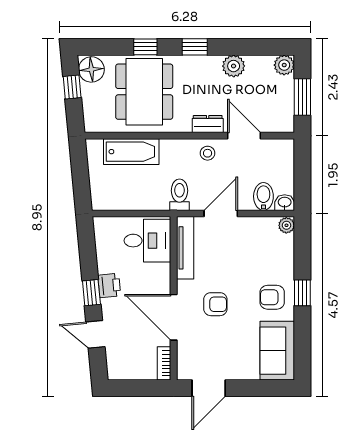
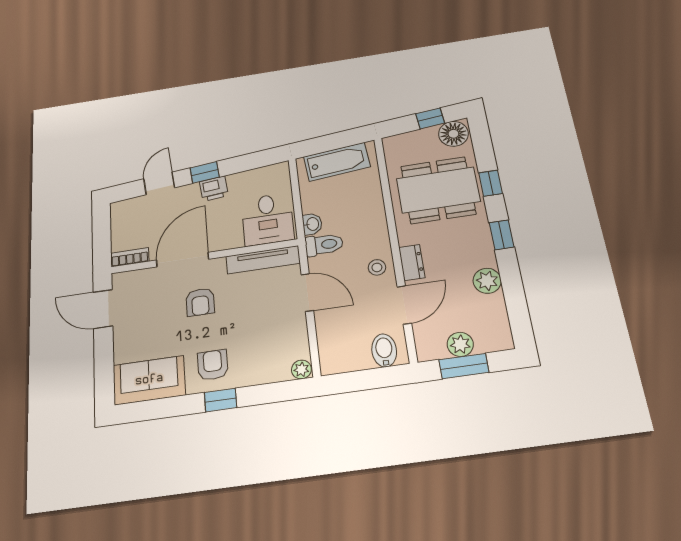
plant: (284, 65) -> (460, 344), moved
bathtub: (131, 152) -> (337, 162), moved, turned -95
bidet: (263, 196) -> (384, 350), moved, turned -90
washbasin: (285, 203) -> (312, 224), moved

